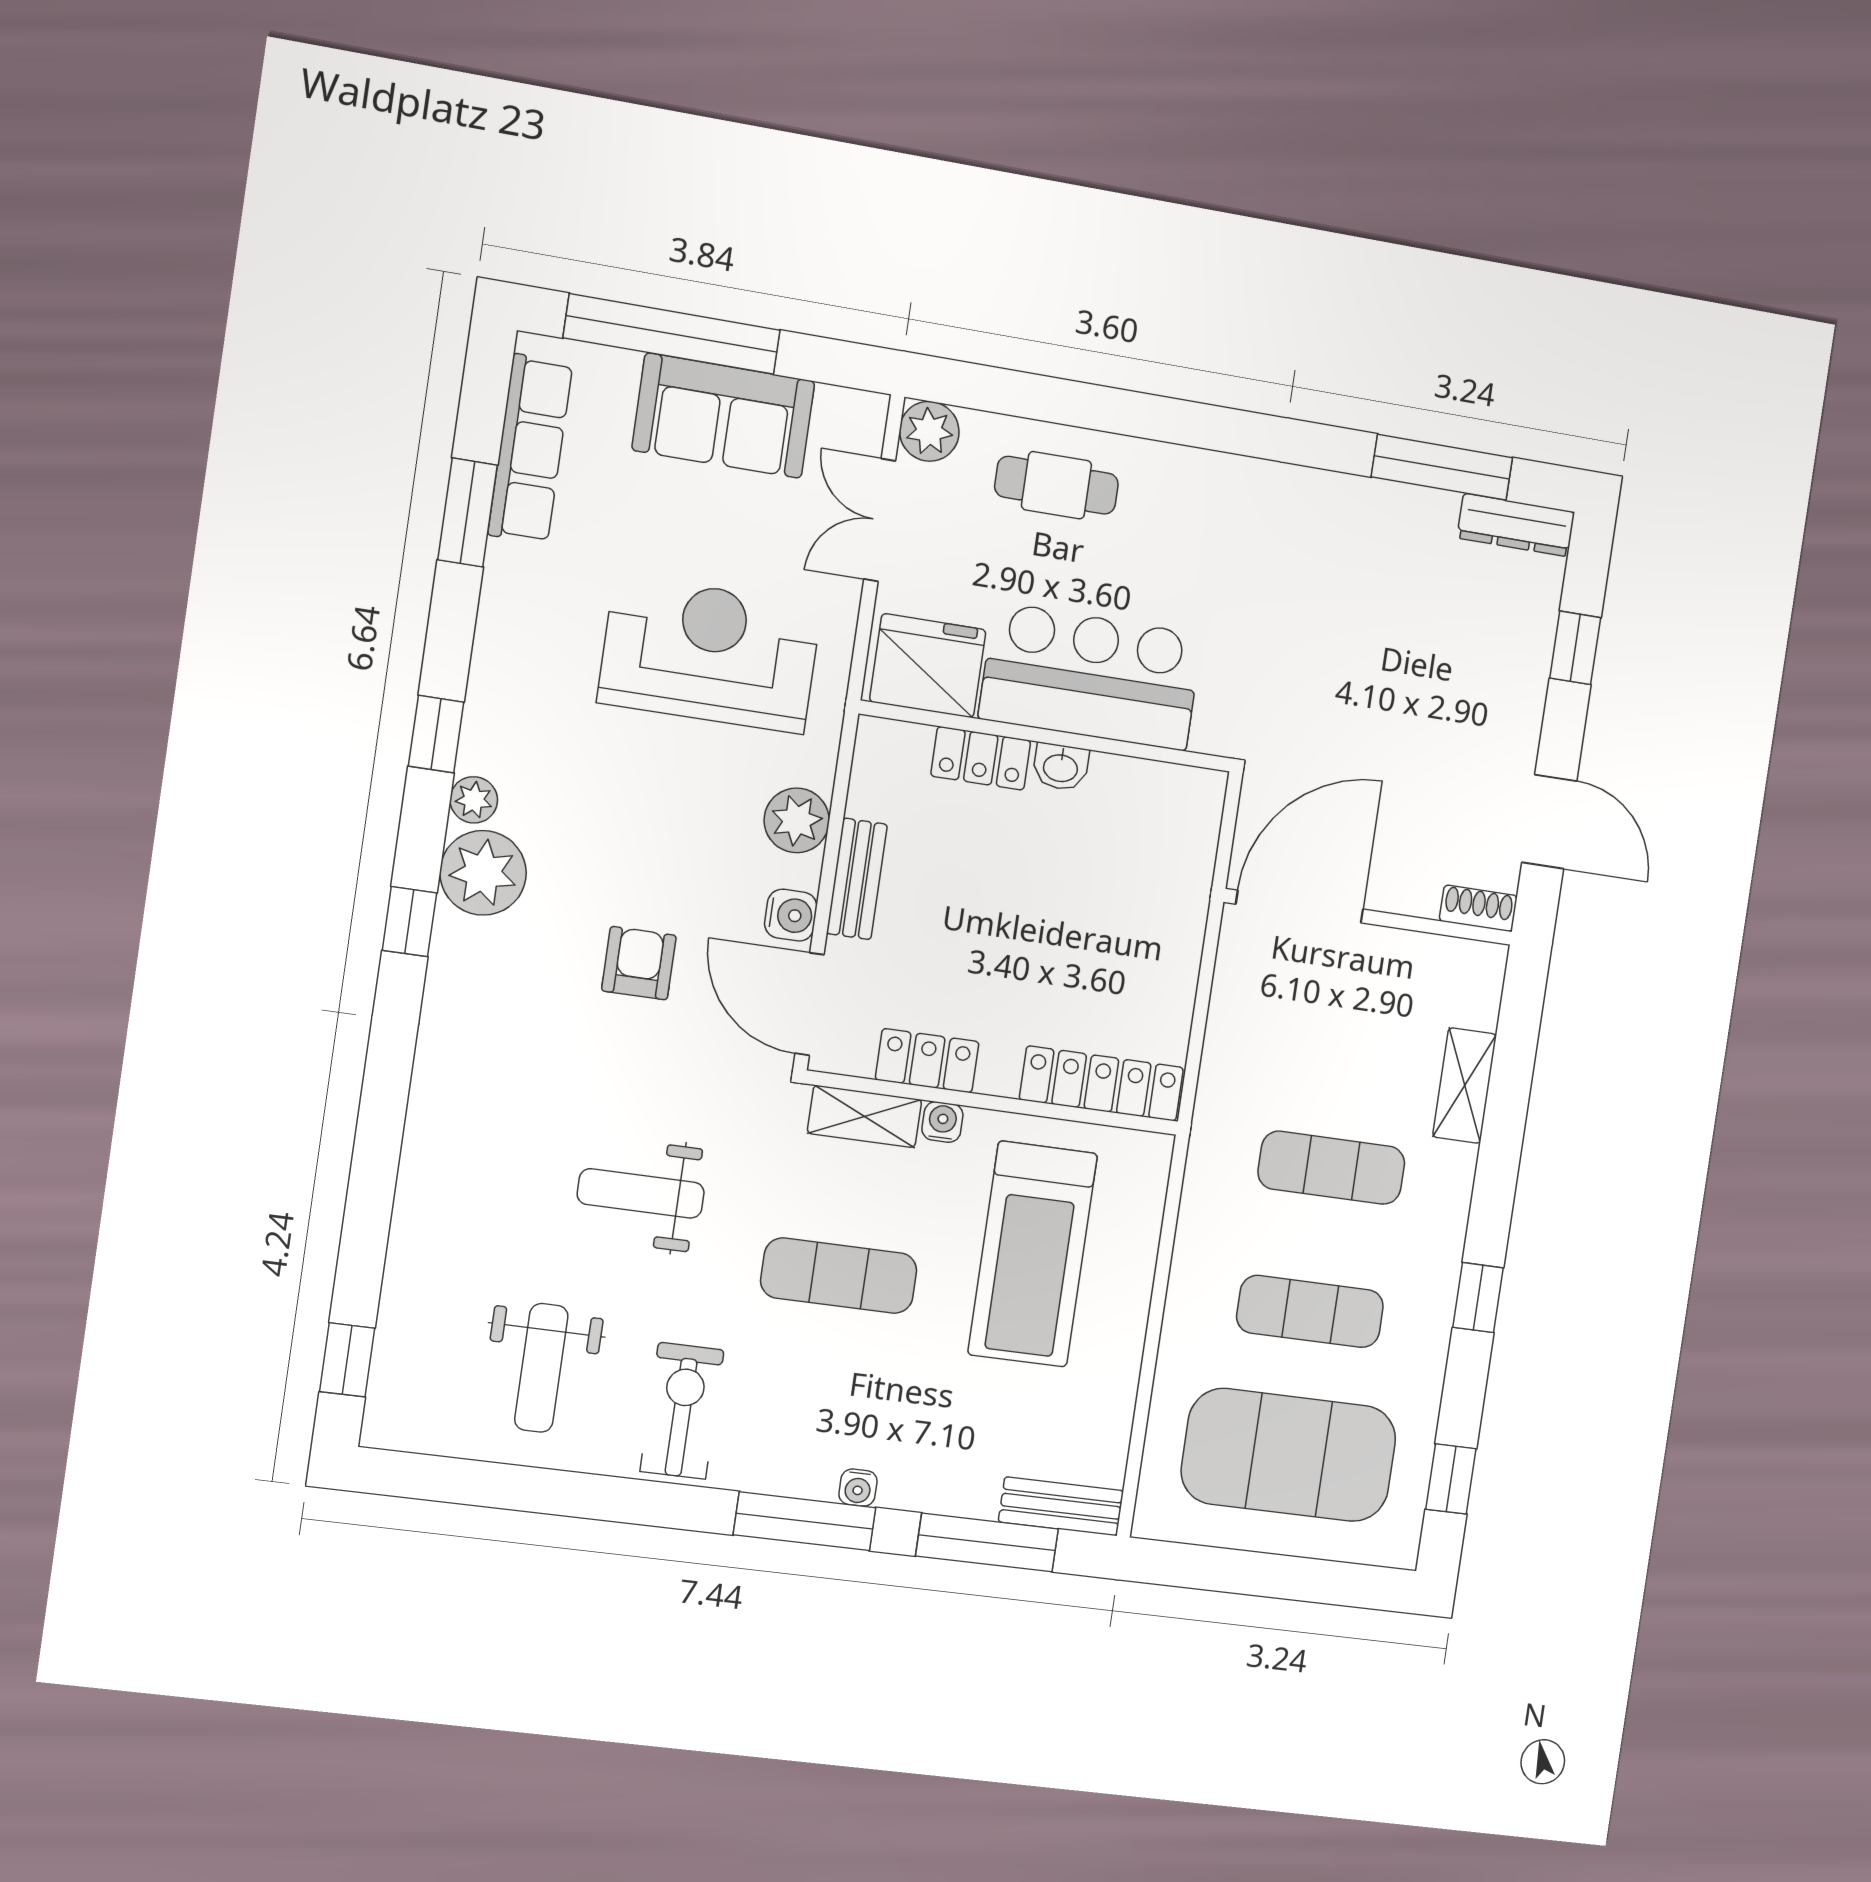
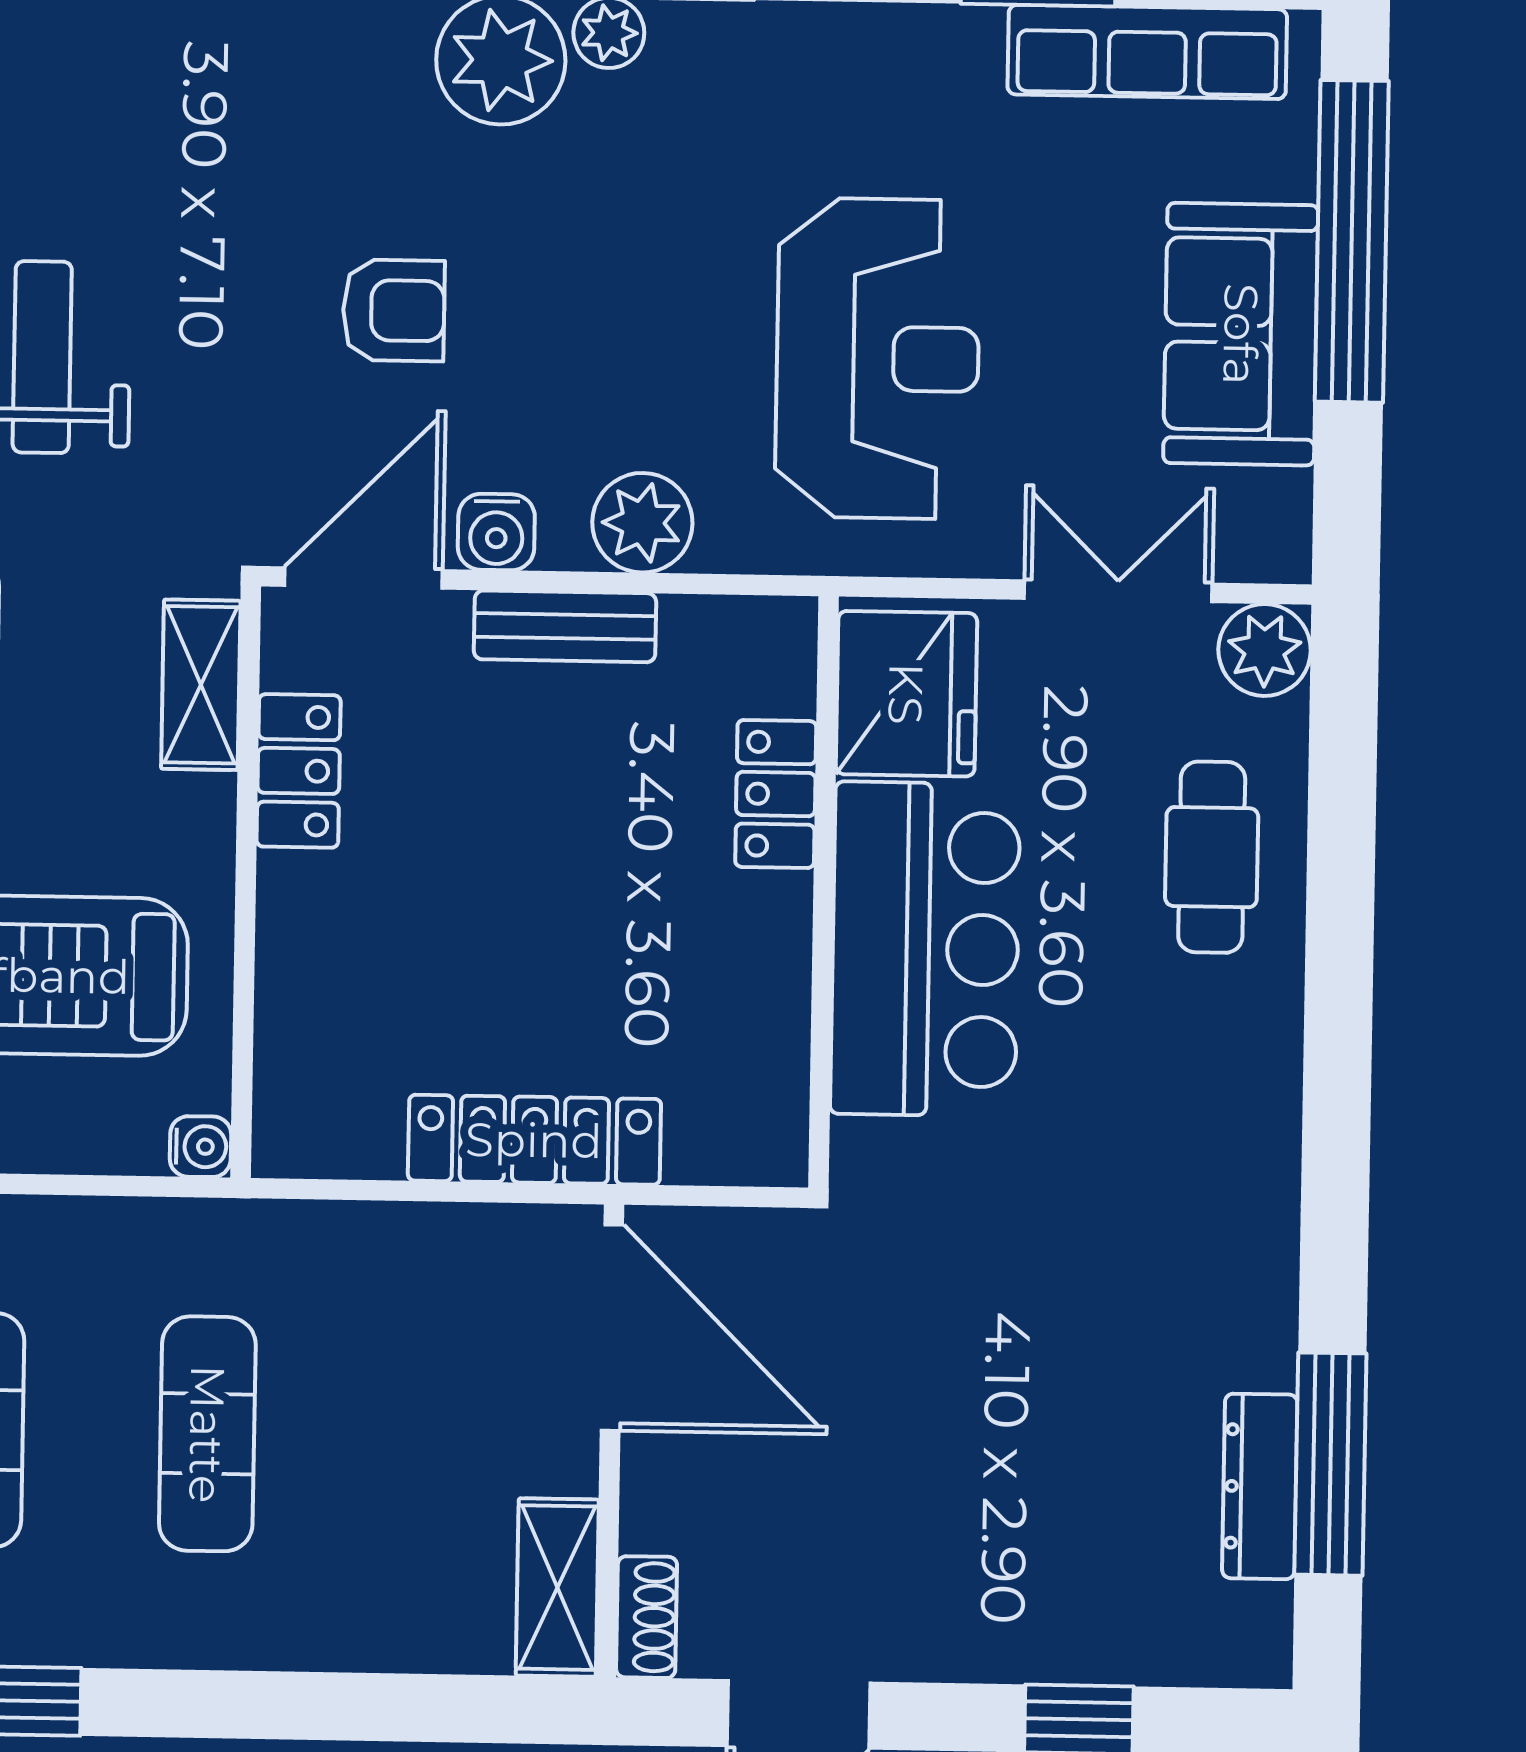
dresser: (1516, 525) -> (1260, 1486), moved
washbasin: (1061, 767) -> (779, 920), removed
locker: (1101, 1084) -> (534, 1140), moved, turned -90
shelving: (1465, 1086) -> (557, 1588), moved, turned 90
water cooler: (942, 1122) -> (200, 1147), moved

